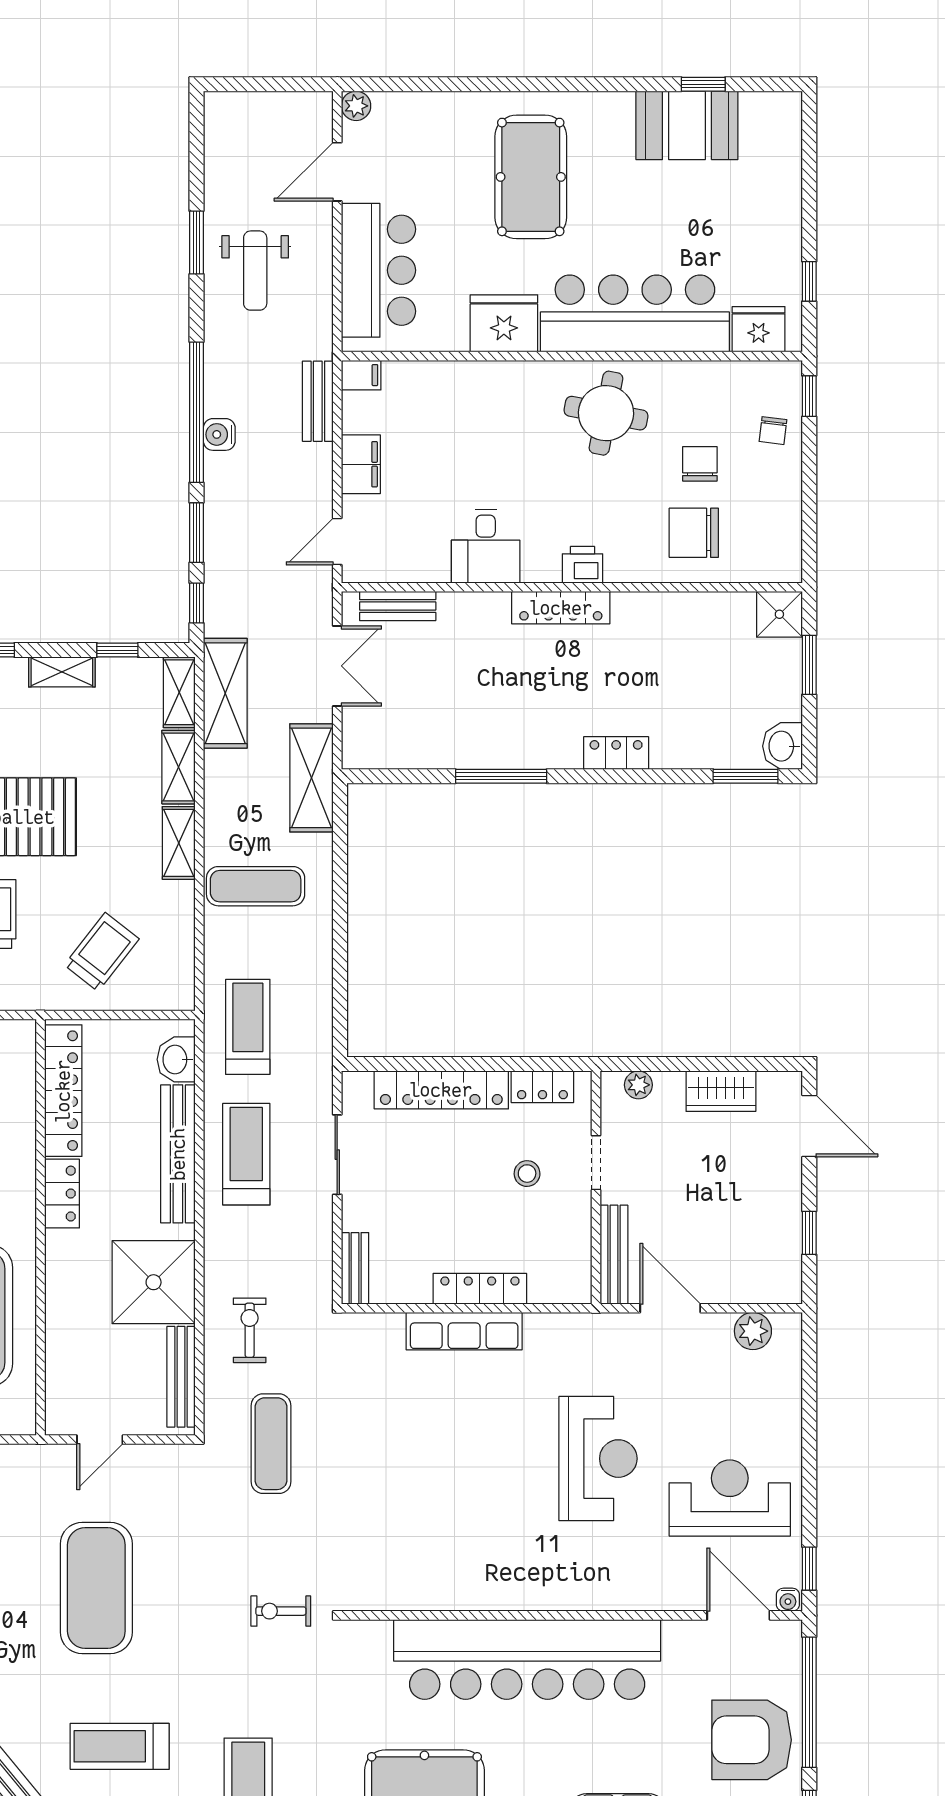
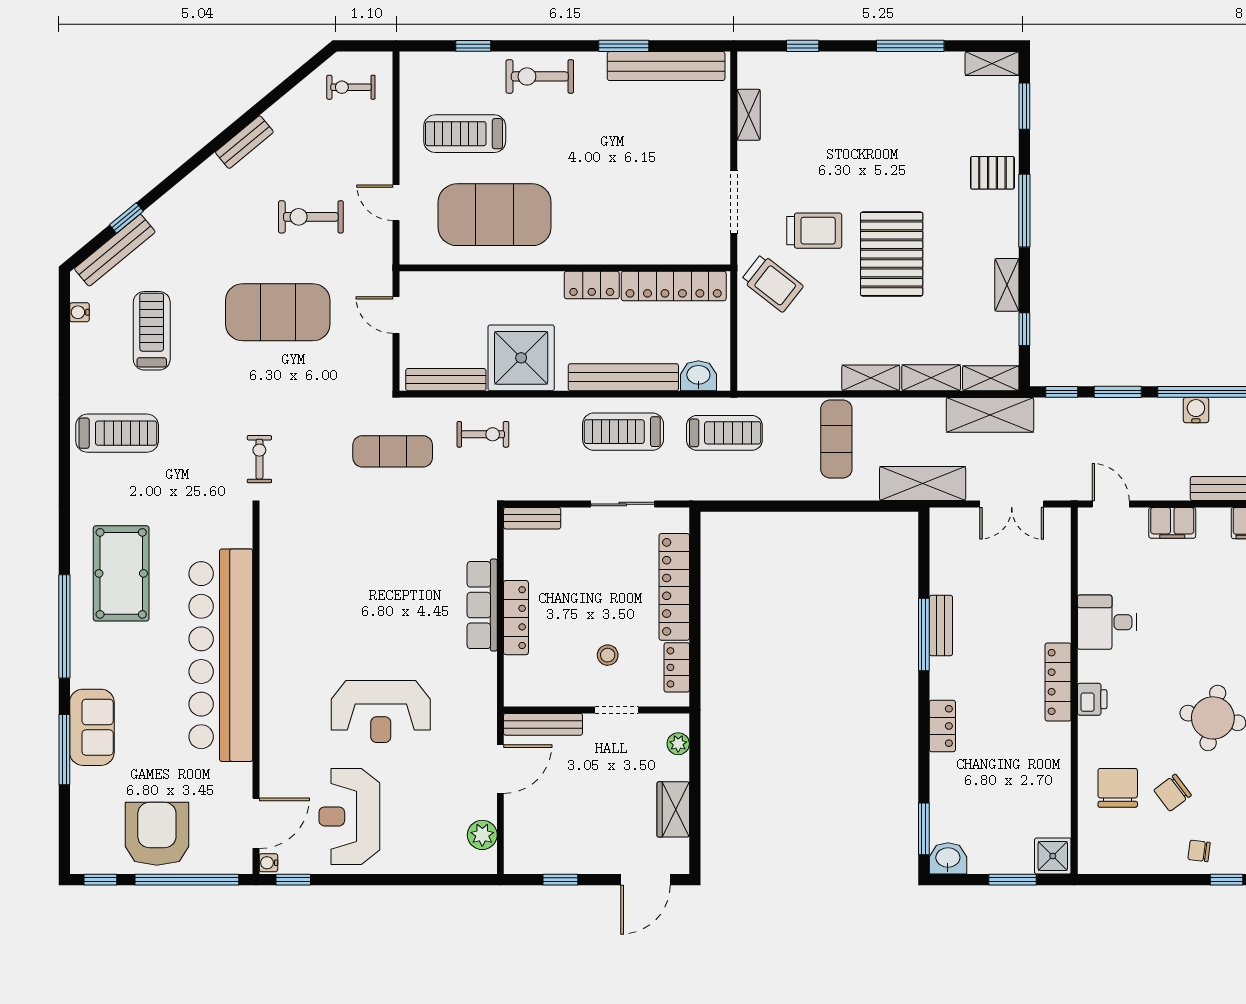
chair: (700, 464) -> (1173, 793), turned 143
bench: (398, 606) -> (941, 625), moved
trolley: (102, 952) -> (772, 283), moved
treadmill: (246, 1154) -> (623, 432), turned 180
reception desk: (730, 1498) -> (349, 816), turned 180

